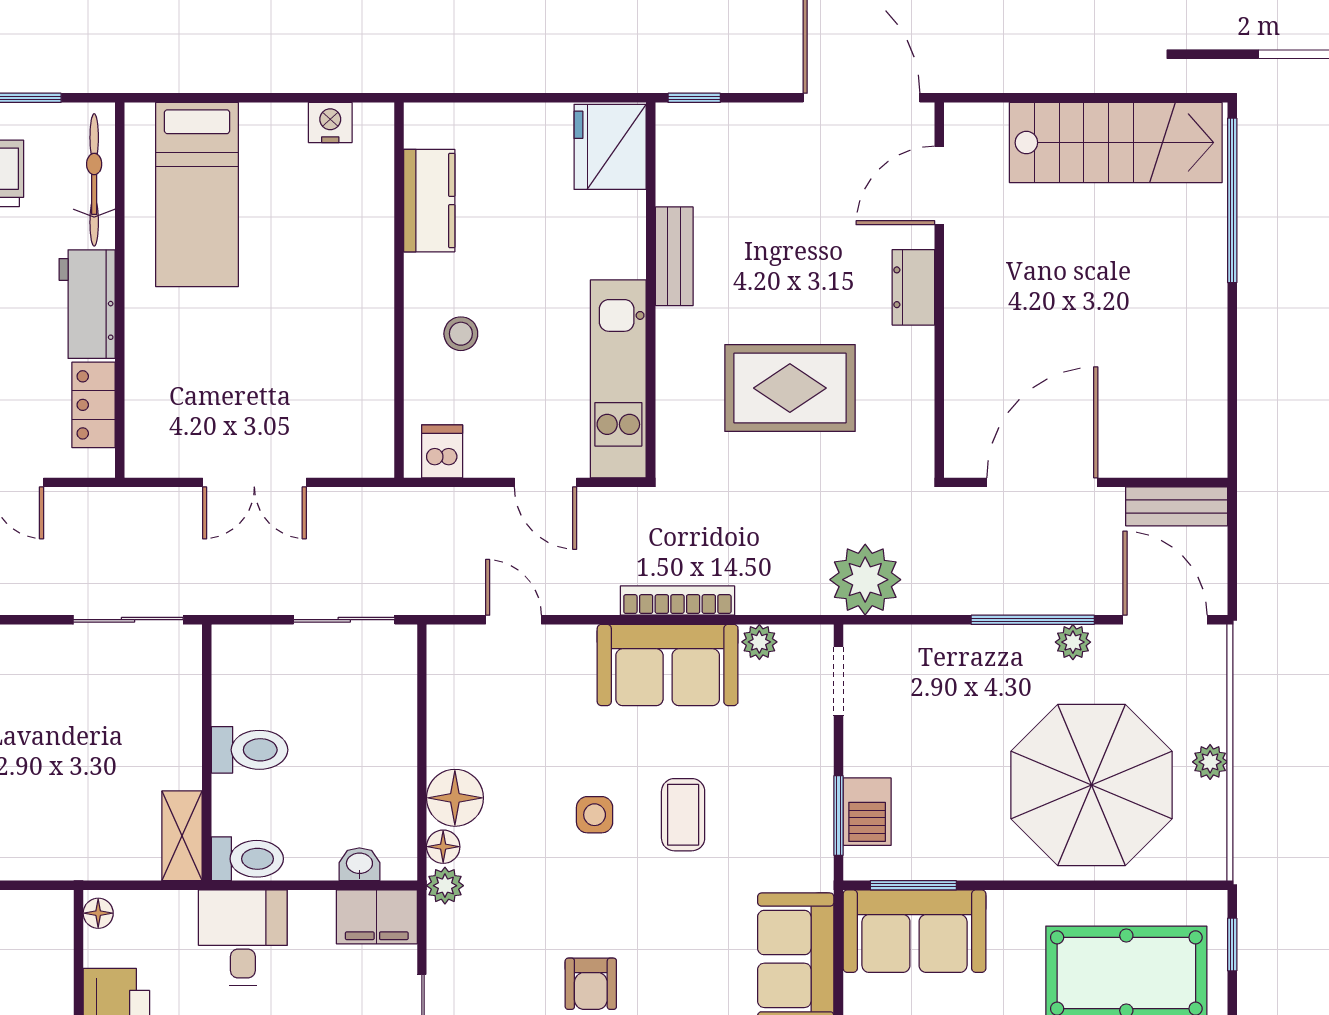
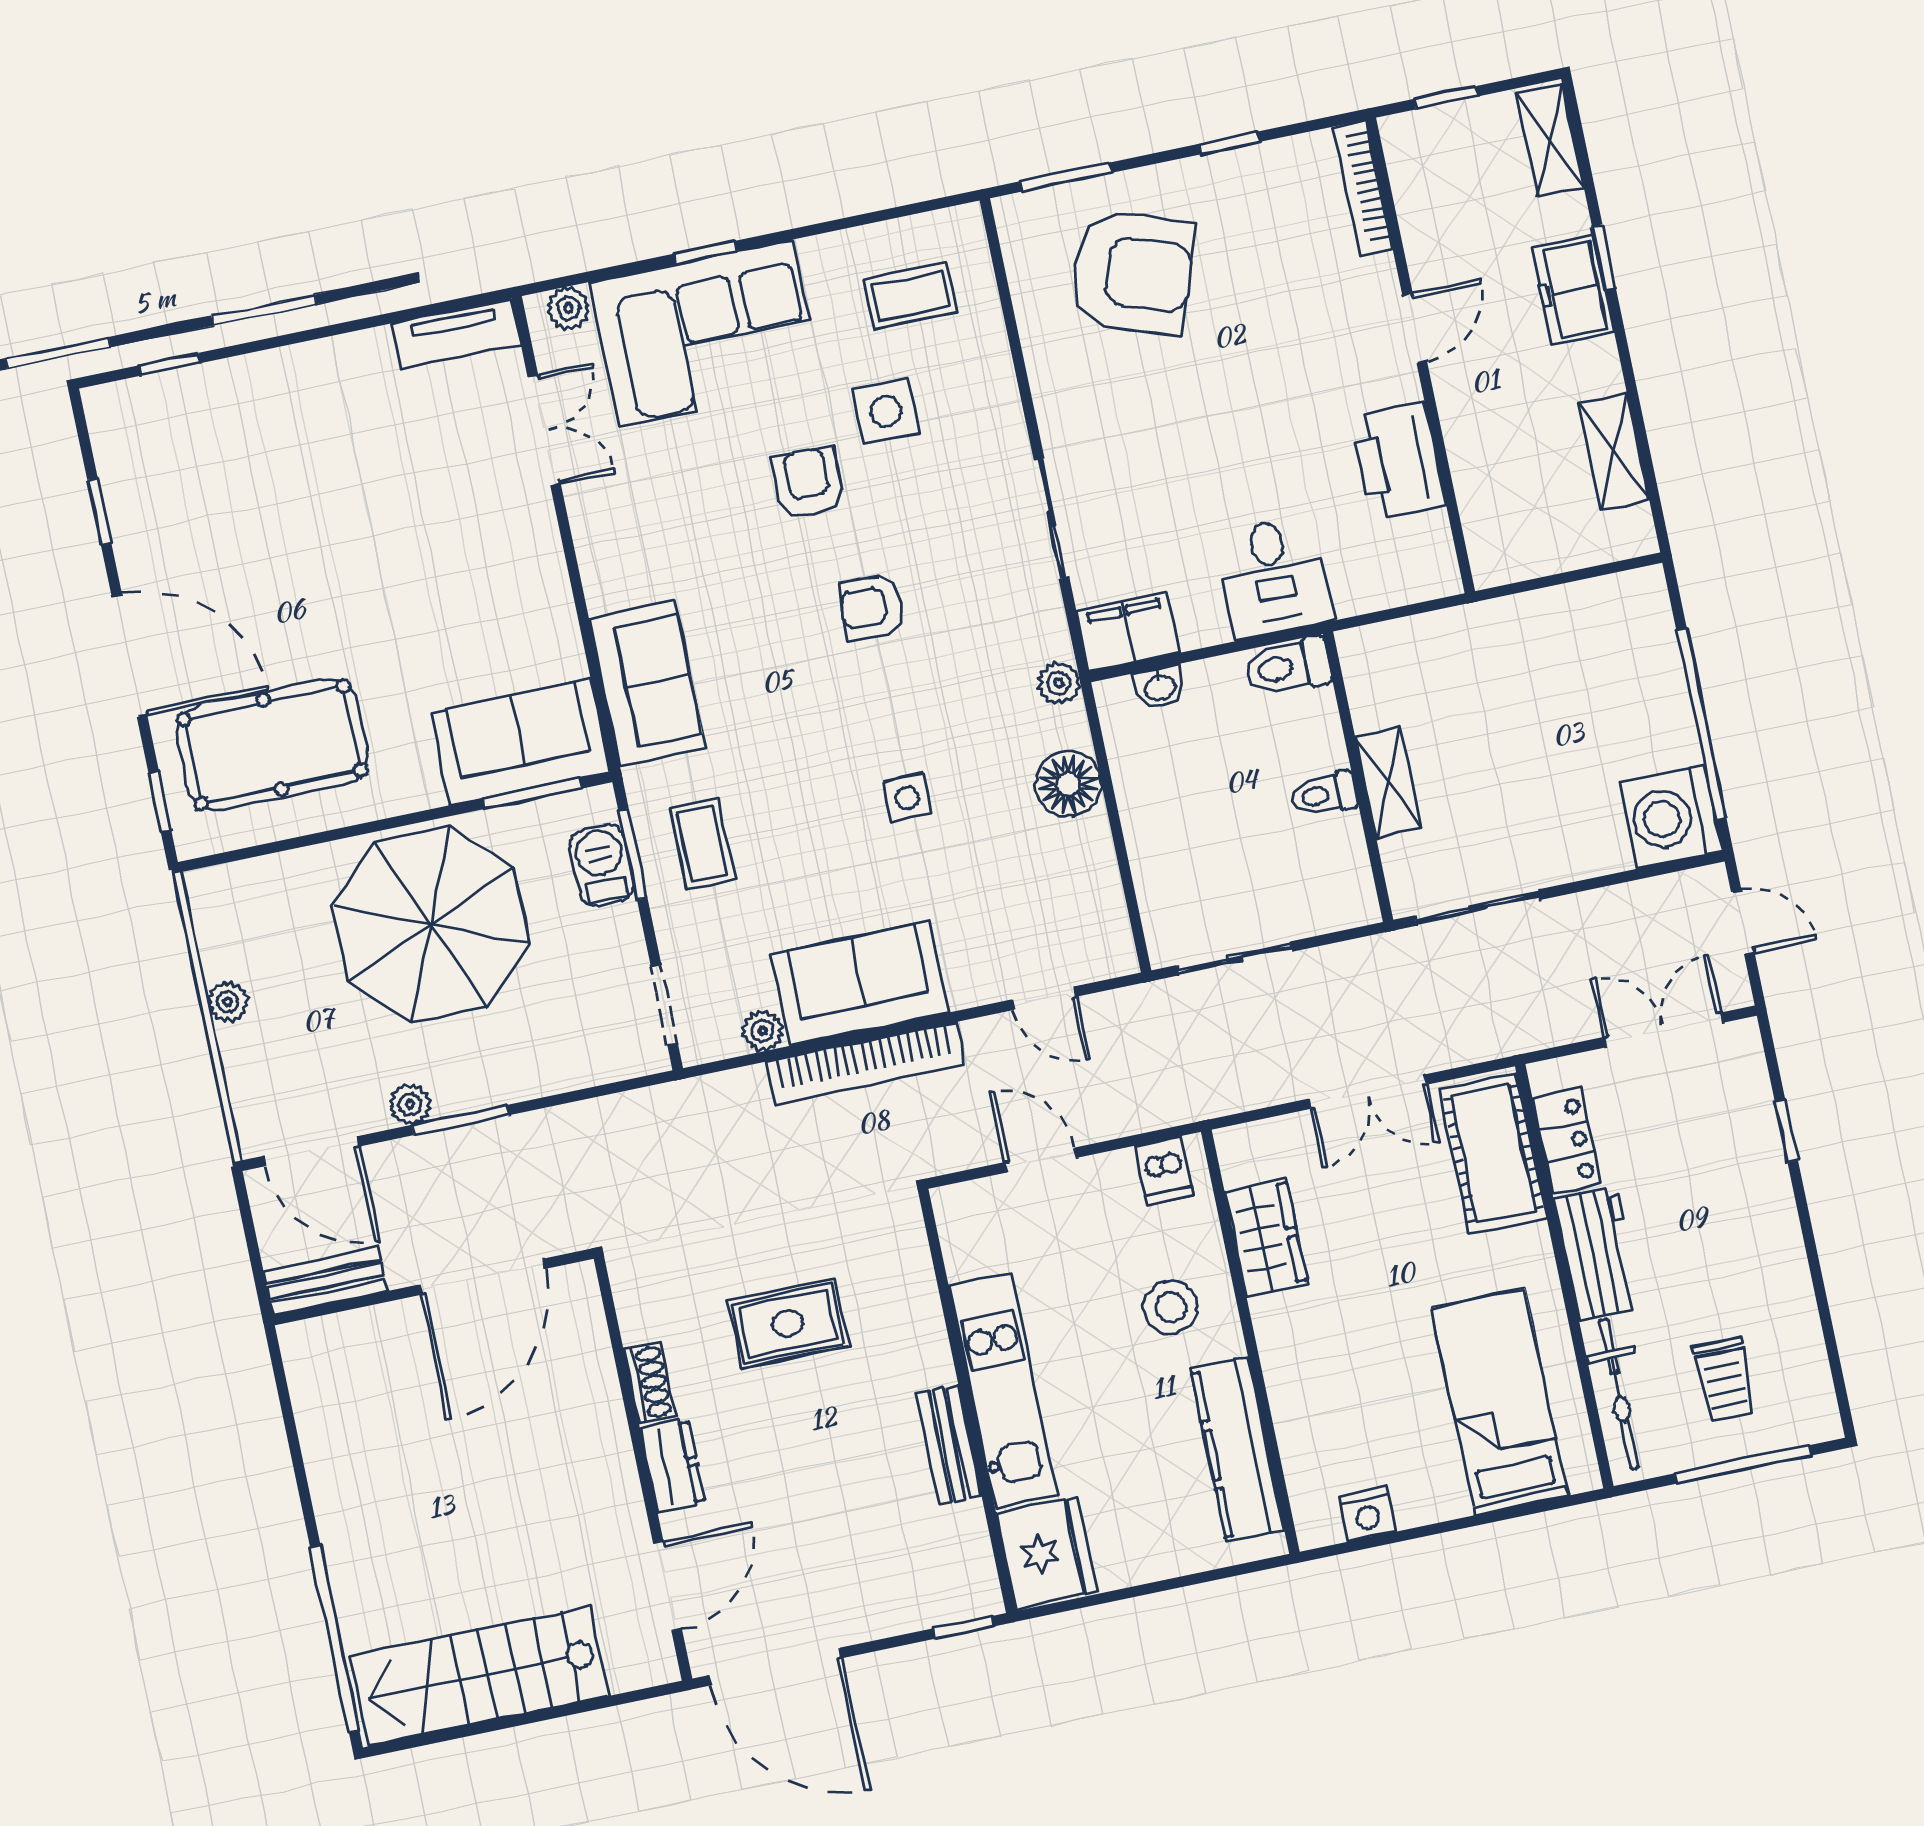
kitchen counter: (429, 201) -> (1237, 1450), width x1.50
stool: (461, 334) -> (1171, 1307), width x1.37, depth x1.37
shoe rack: (918, 362) -> (649, 1383), added
wardrobe: (367, 376) -> (1266, 1238), added
kitchen unit: (618, 379) -> (1003, 1391), moved
rug: (790, 388) -> (788, 1324), width x0.73, depth x0.70
cot: (159, 407) -> (1493, 1153), added
double door: (254, 482) -> (1368, 1092), swing flipped
plant: (865, 580) -> (658, 1126), removed
bookcase: (677, 601) -> (865, 1063), width x1.48, depth x1.31
window: (1033, 620) -> (460, 1120), width x0.69
toilet: (250, 750) -> (1324, 794), width x0.73, depth x0.72
parasol: (1091, 785) -> (431, 924), moved
coffee table: (683, 815) -> (702, 844), moved
shelving: (182, 836) -> (1388, 783), moved
floor lamp: (443, 847) -> (1070, 726), removed
floor lamp: (98, 913) -> (1442, 571), removed
armchair: (591, 984) -> (872, 607), turned -87

